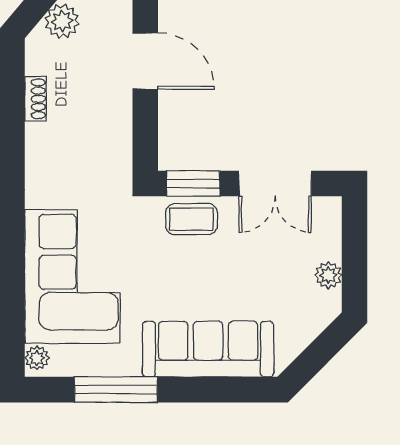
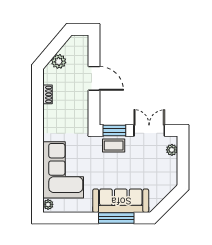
double door: (275, 184) -> (149, 130), swing flipped
plant: (328, 275) -> (172, 150), moved
window: (116, 390) -> (116, 218), moved

